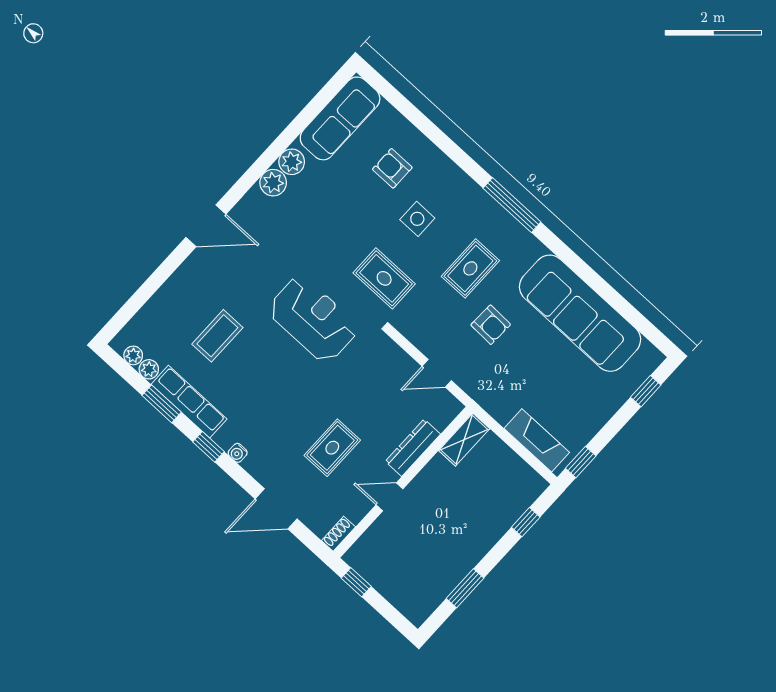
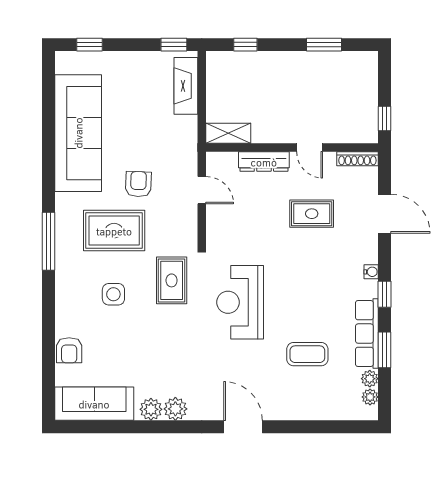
armchair: (392, 168) -> (69, 350), moved
rug: (470, 268) -> (114, 231), width x1.36, depth x1.43
shoe rack: (338, 534) -> (357, 159), width x1.43

